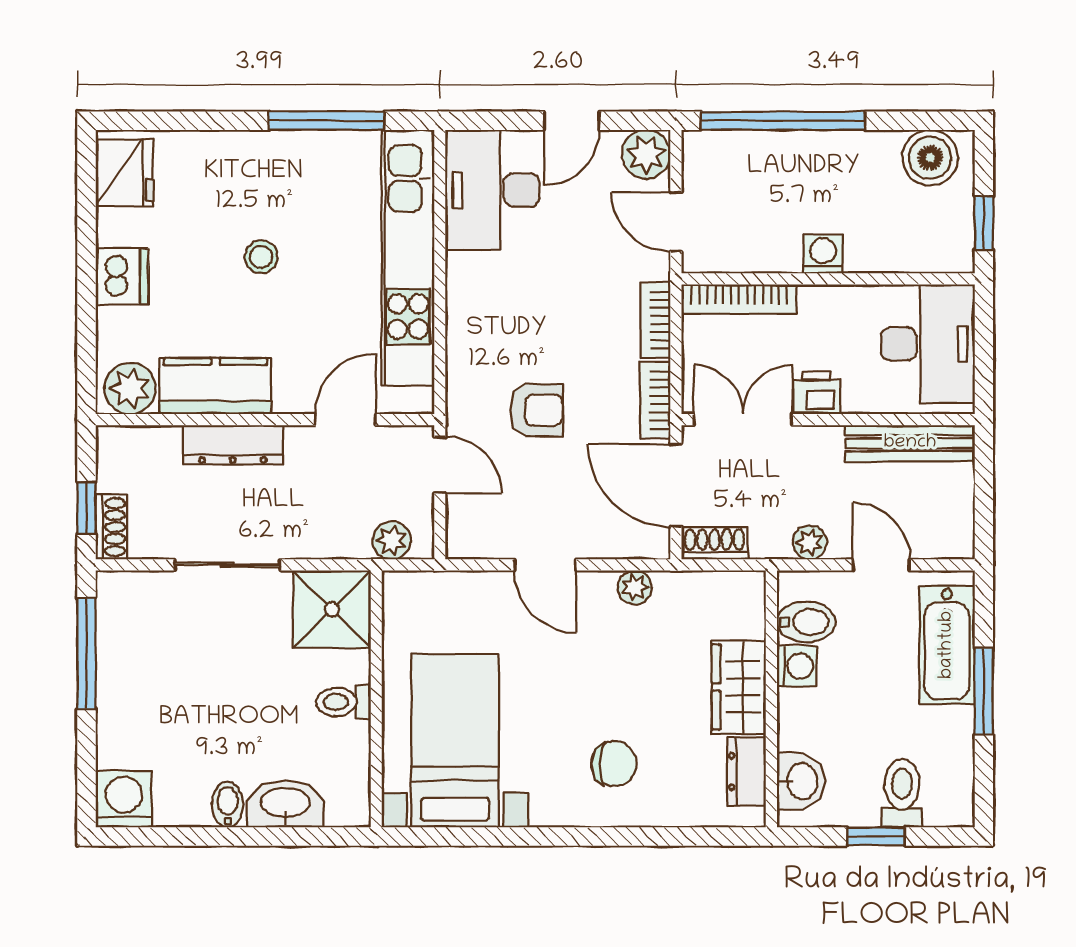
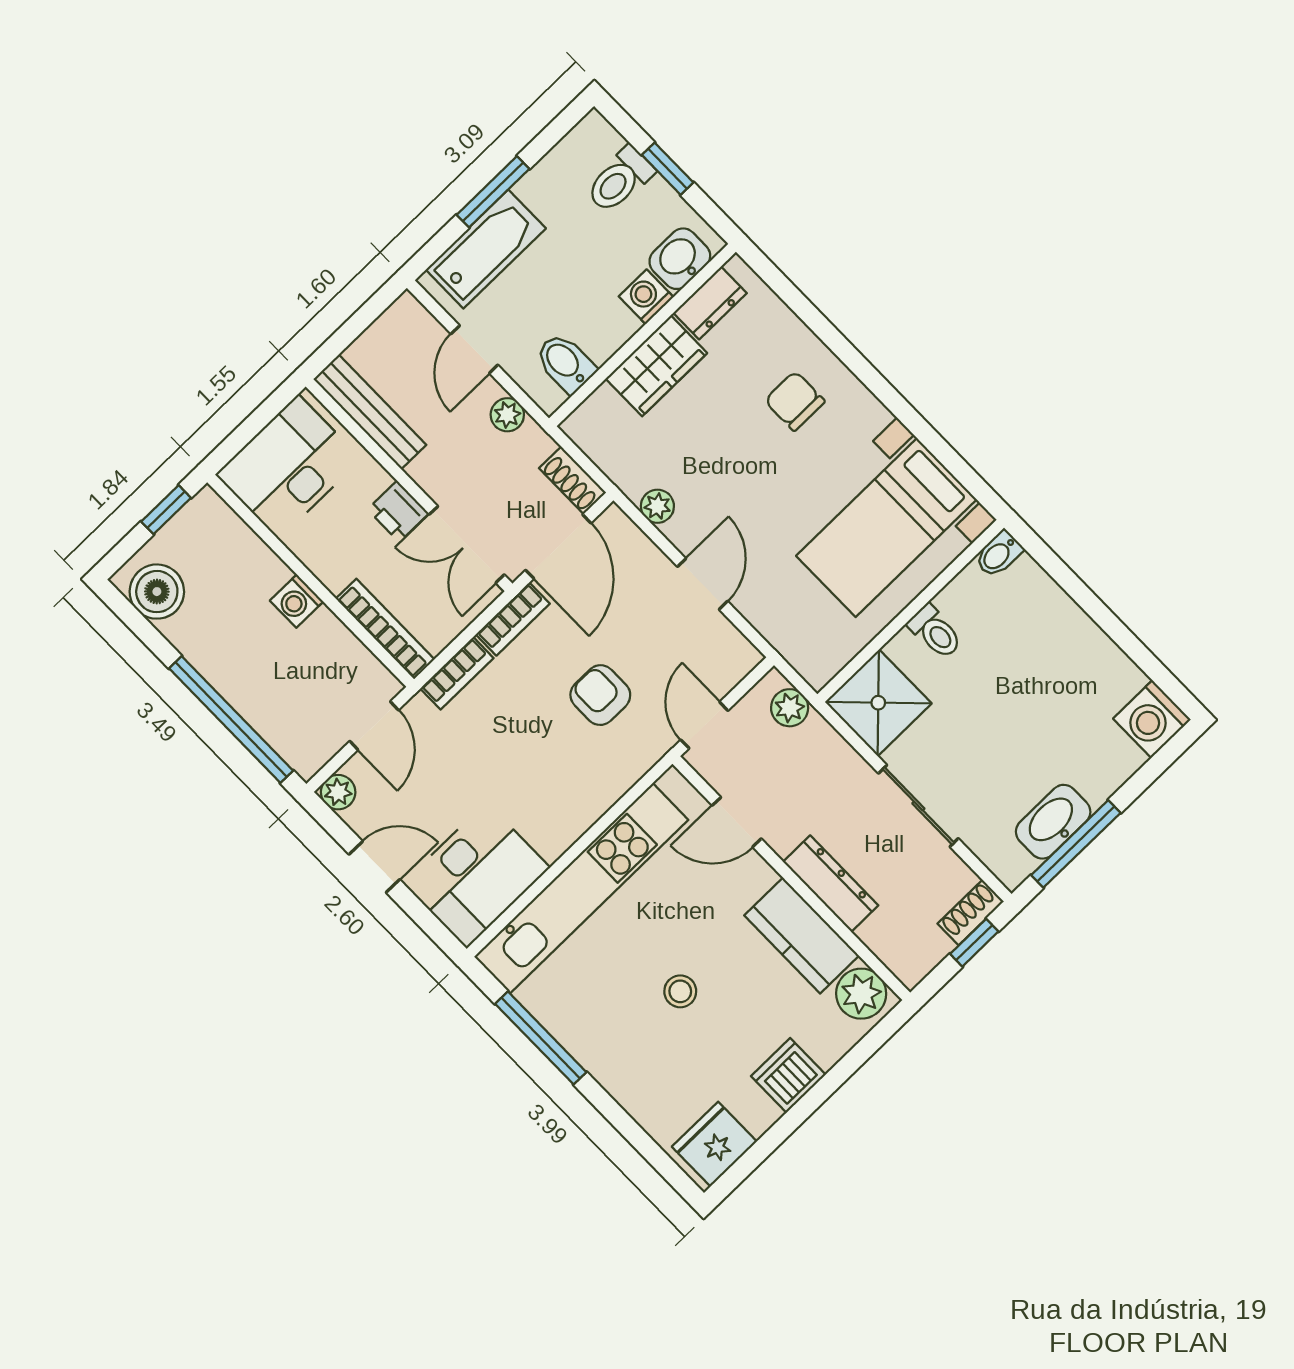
plant: (646, 154) -> (338, 792), width x0.73, depth x0.73
washing machine: (797, 666) -> (646, 297), moved
bidet: (227, 804) -> (999, 554), moved
washbasin: (285, 804) -> (1053, 822), moved, turned 90

